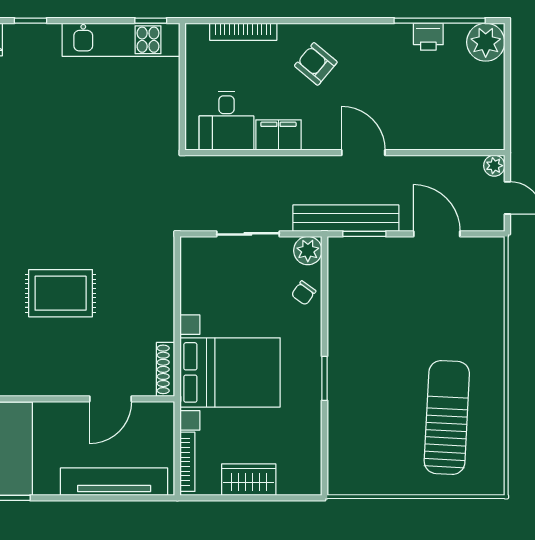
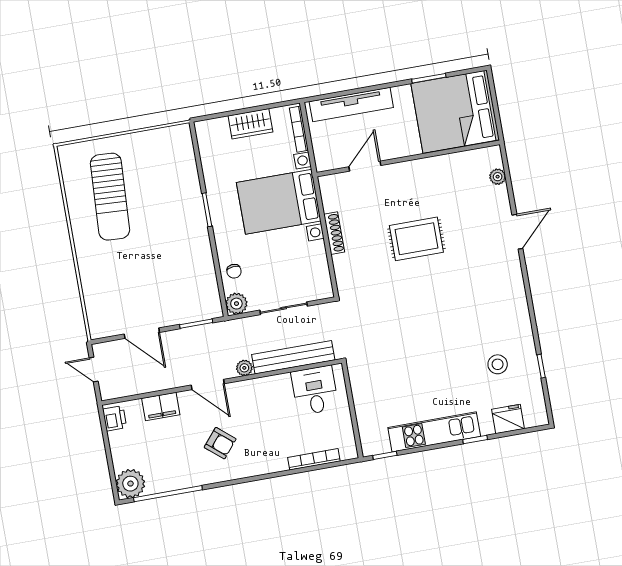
printer: (428, 37) -> (115, 418), moved, turned 90
kitchen unit: (121, 40) -> (434, 432), moved
armchair: (316, 64) -> (220, 443), moved
filing cabinet: (278, 135) -> (161, 406), moved
plant: (494, 166) -> (244, 368), moved
bench: (346, 218) -> (293, 357), moved
chair: (304, 293) -> (234, 271), turned 139
shoe rack: (166, 369) -> (334, 233), moved

